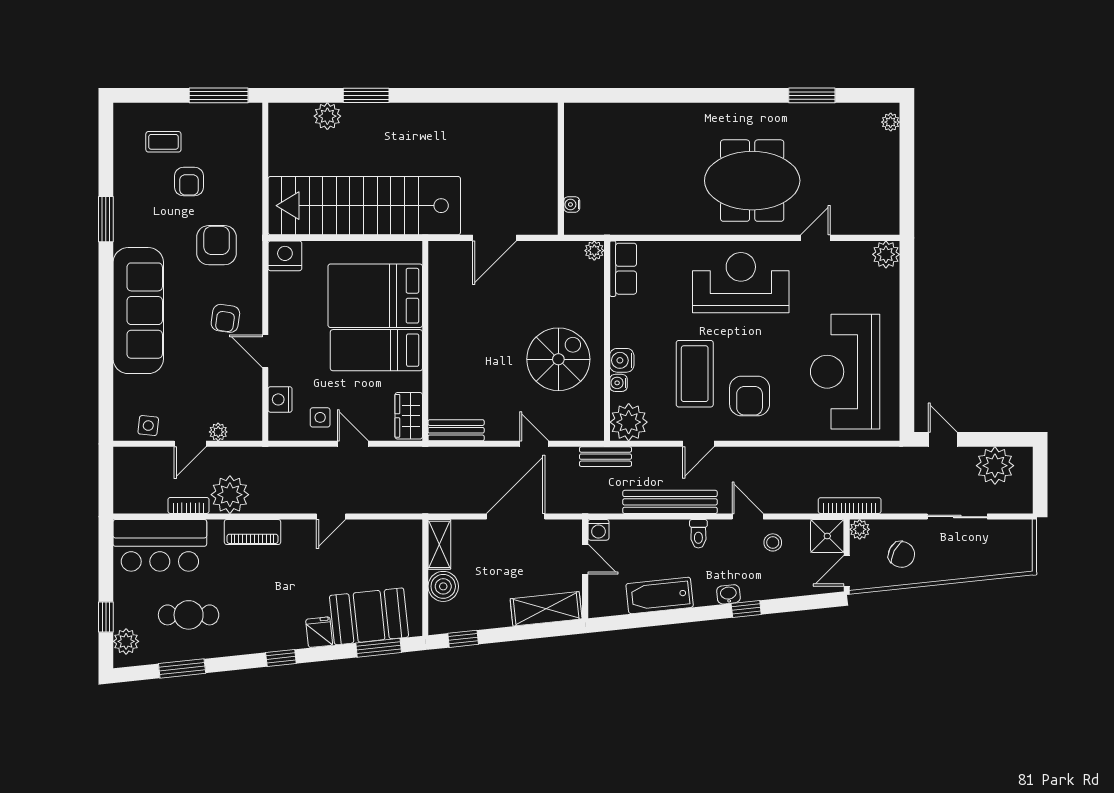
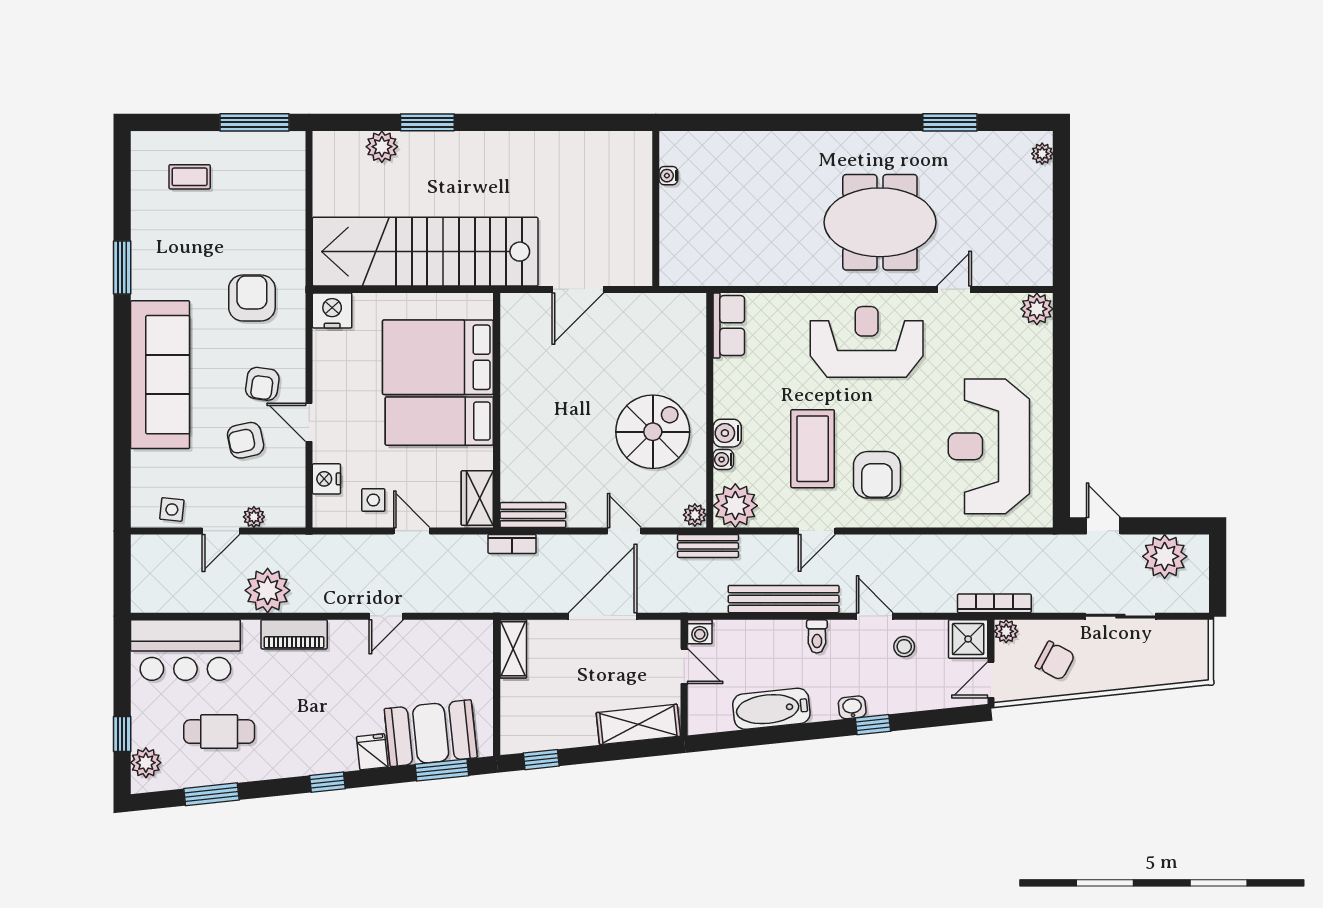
armchair: (189, 182) -> (246, 440), moved, turned 78
water cooler: (572, 204) -> (668, 176), moved
plant: (594, 251) -> (695, 515), moved
bookcase: (188, 505) -> (512, 544), moved, turned 180
boiler: (443, 586) -> (518, 698), removed

